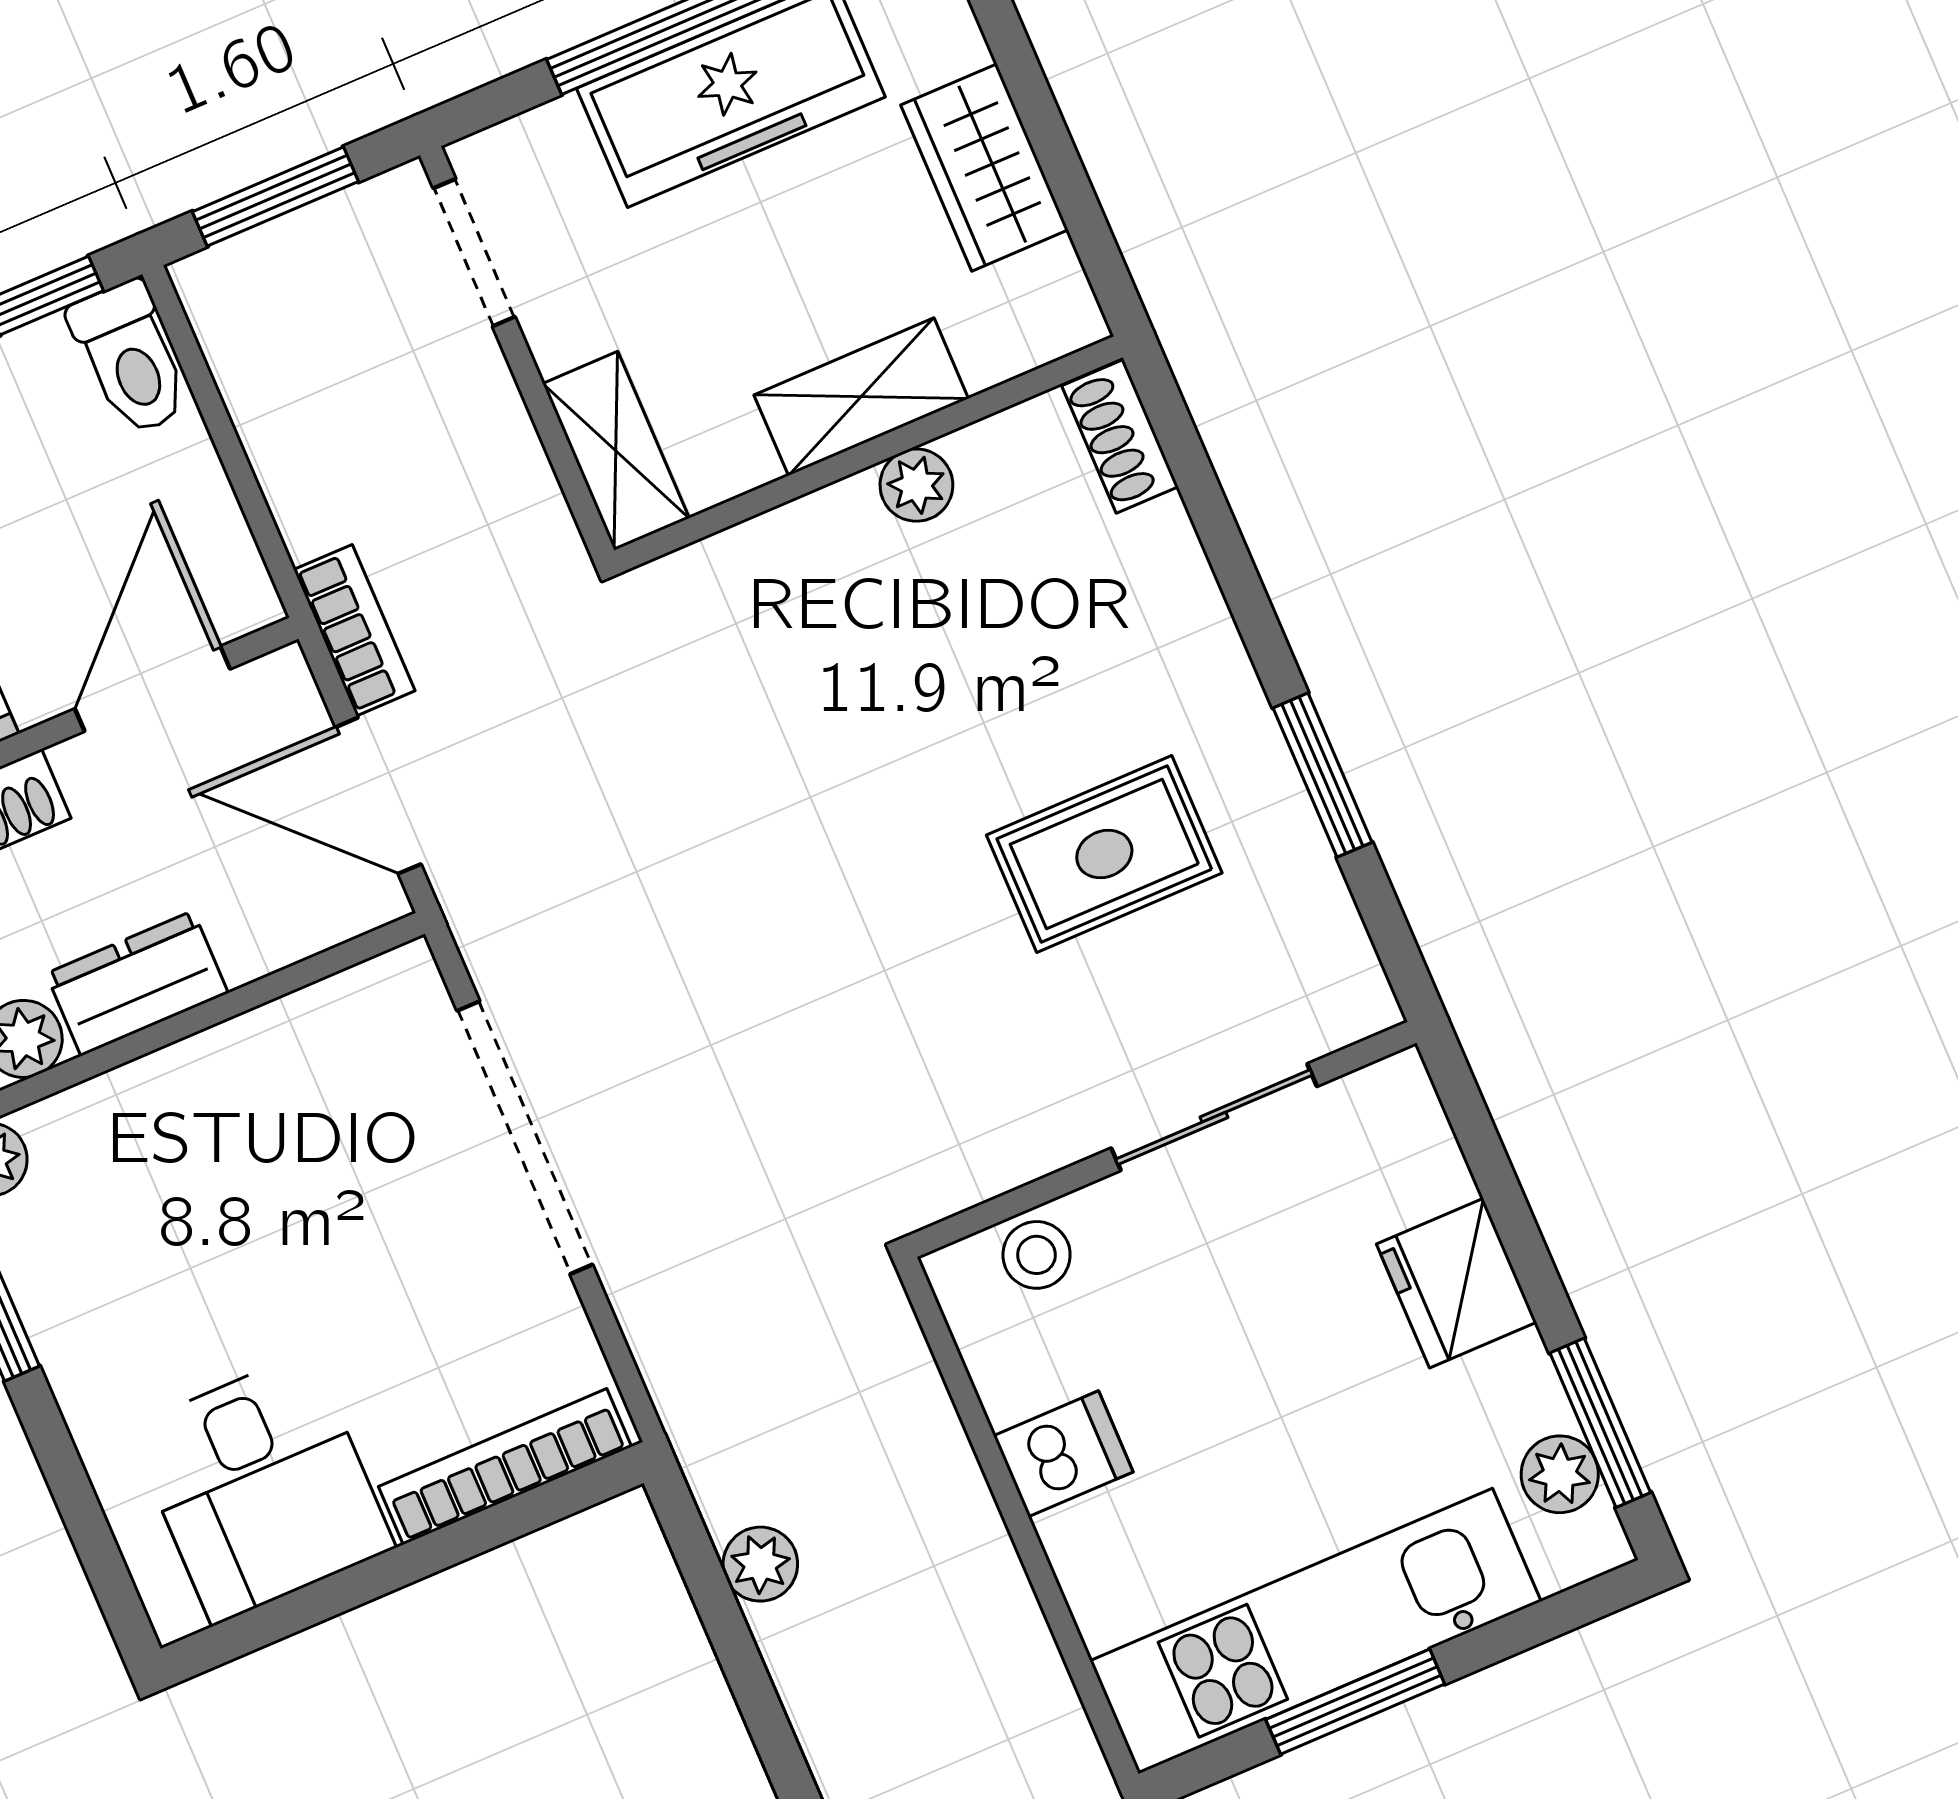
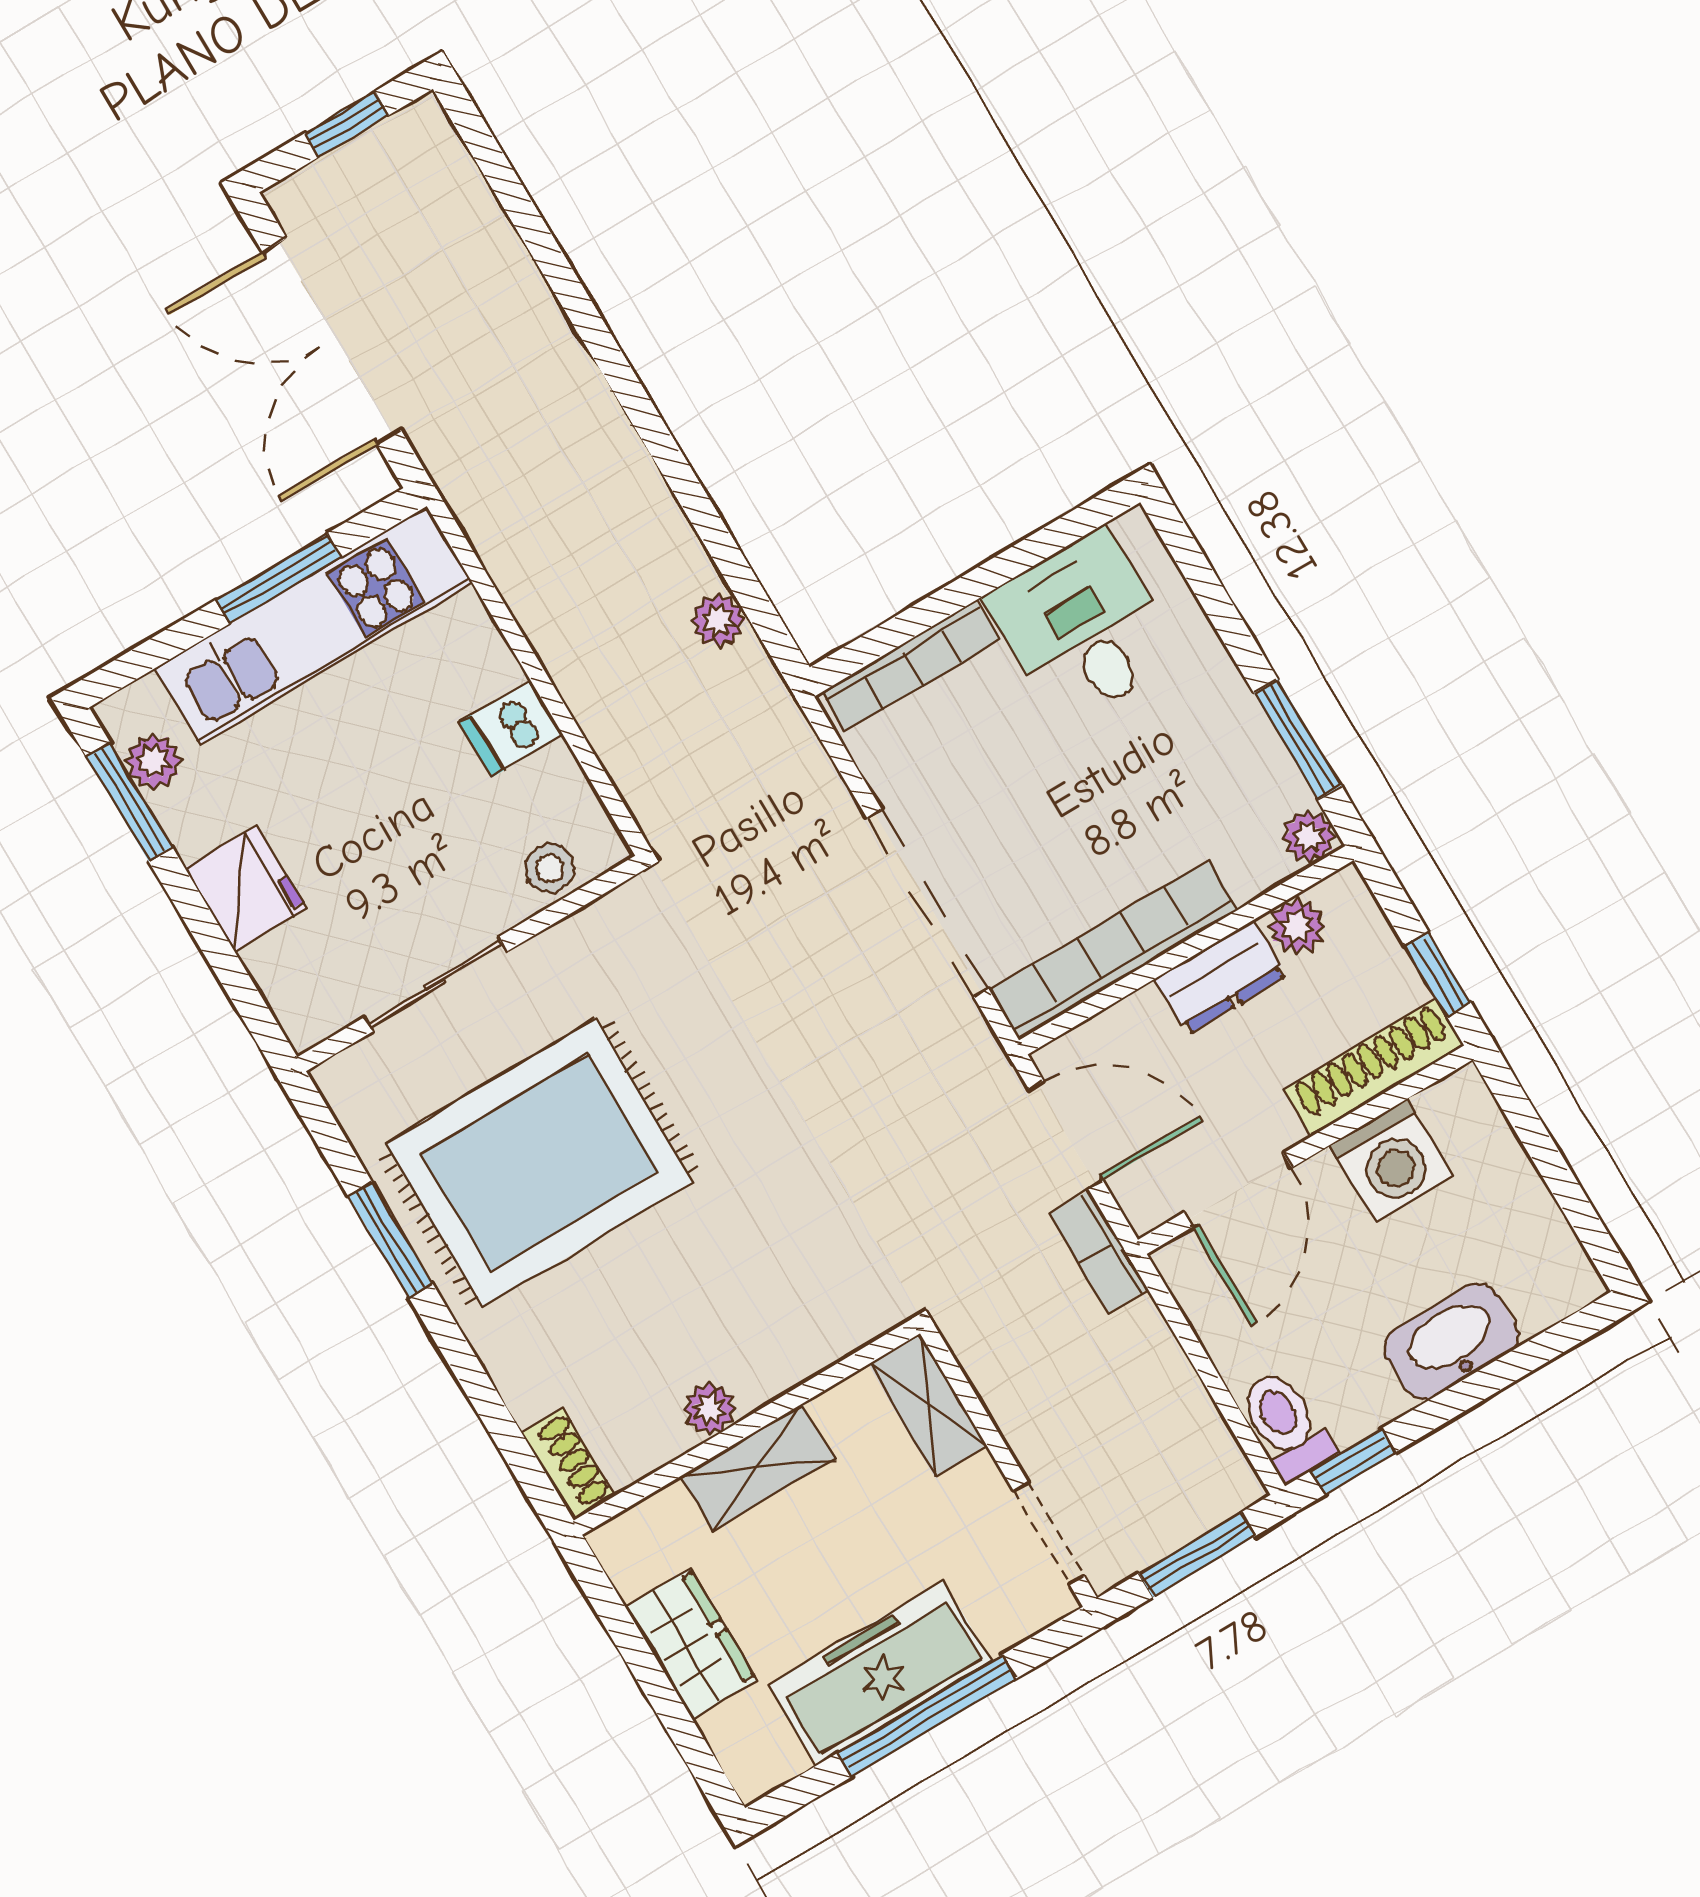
rug: (1104, 854) -> (539, 1163), width x1.86, depth x2.06
bookcase: (279, 1040) -> (1114, 950), added

